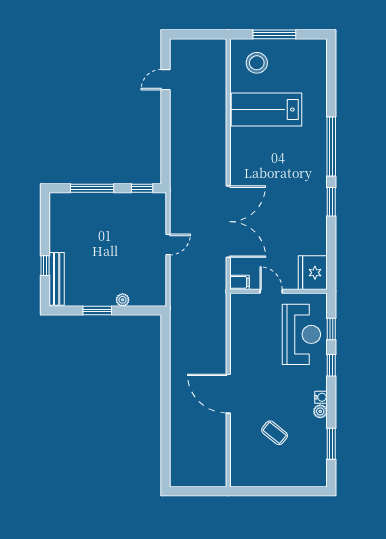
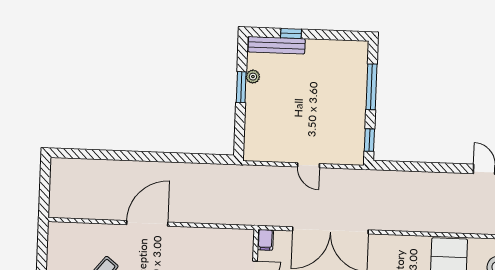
plant: (123, 300) -> (253, 77), moved

